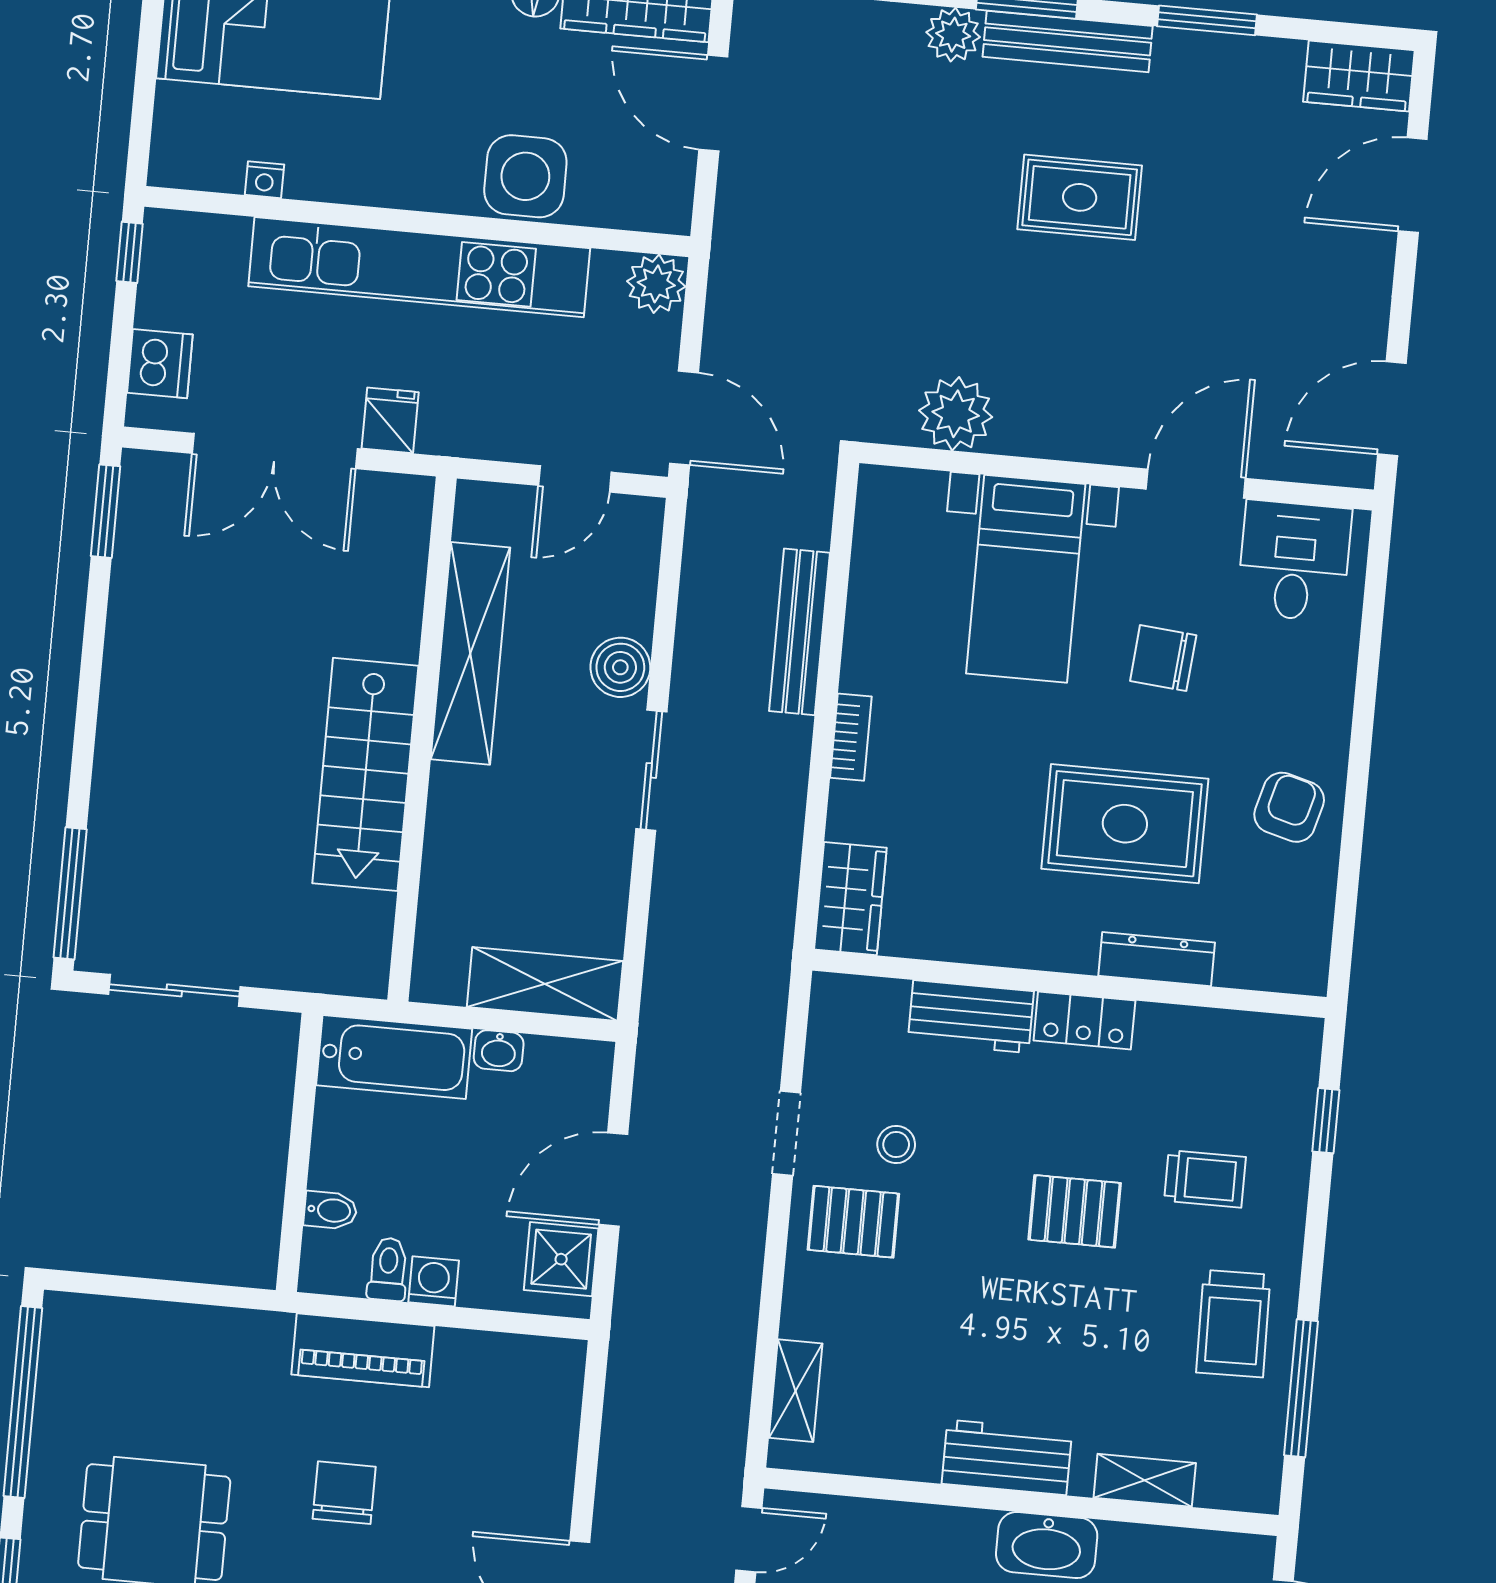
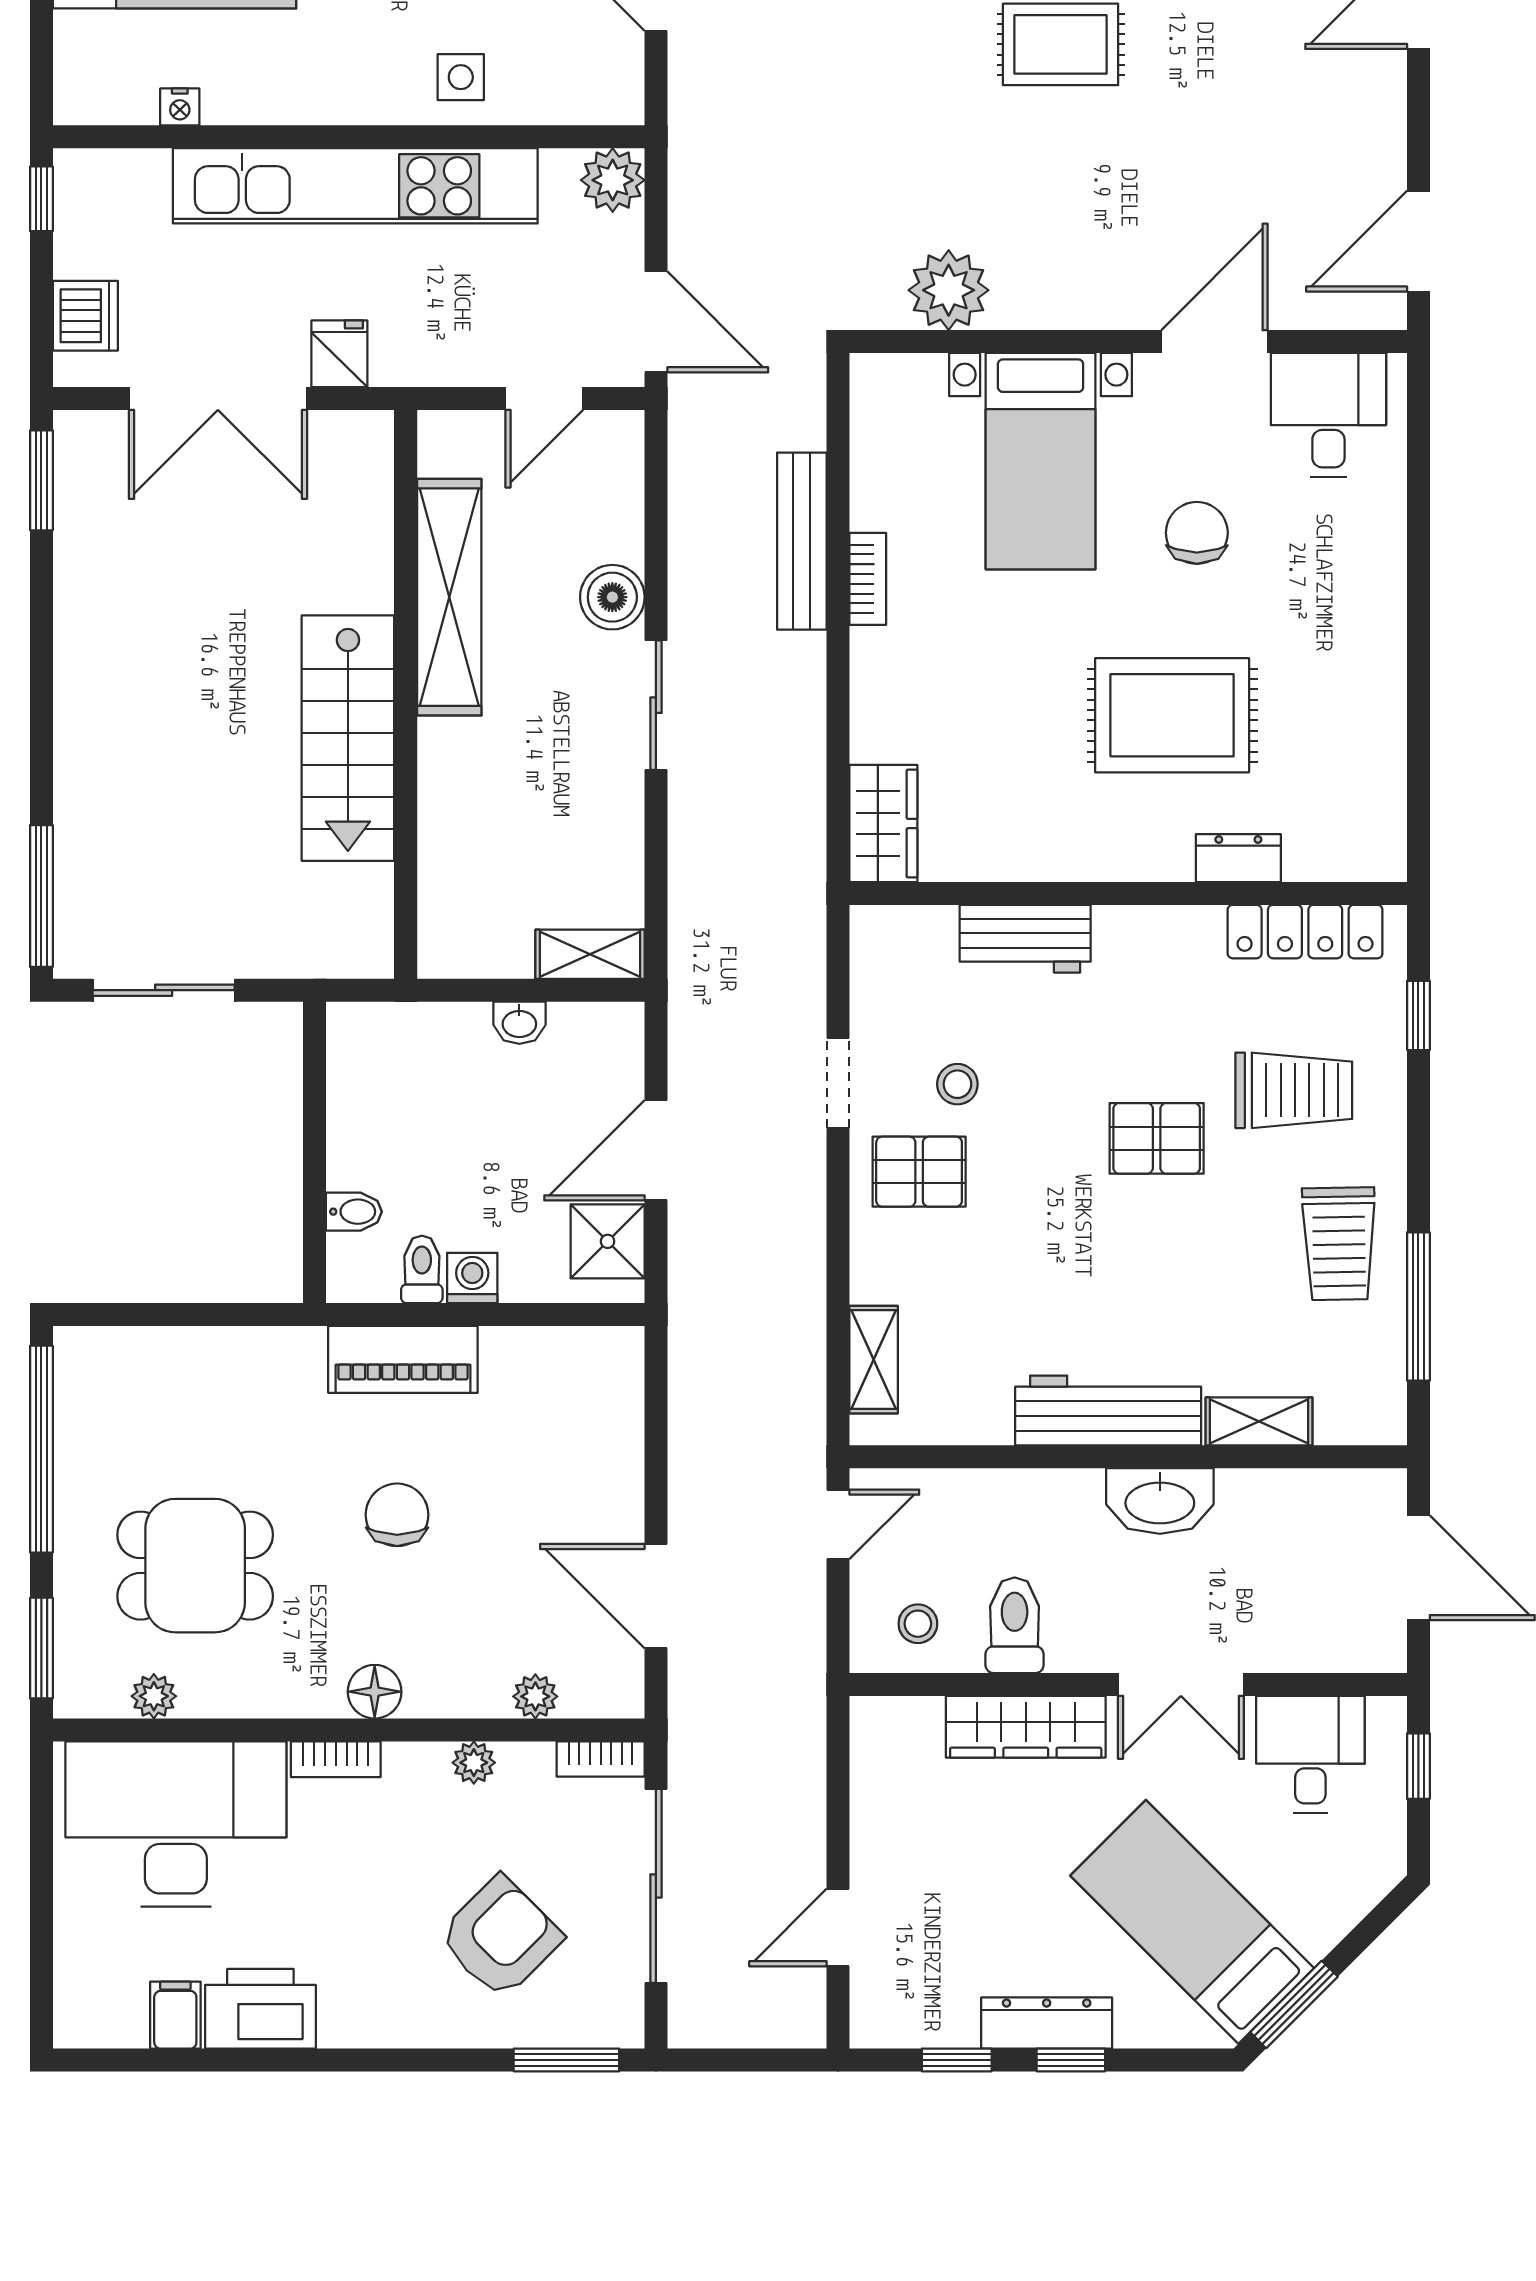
side table: (525, 176) -> (461, 77), width x0.54, depth x0.54
chair: (1163, 658) -> (1197, 533), turned 85
bookcase: (851, 737) -> (868, 579), moved
armchair: (1289, 807) -> (1347, 681), removed
dresser: (1157, 959) -> (1238, 858), width x0.70
shelving: (545, 984) -> (590, 954), width x0.67, depth x0.75
locker: (1084, 1020) -> (1305, 932), moved, width x1.53
bathtub: (394, 1057) -> (407, 1040), removed
trolley: (1205, 1179) -> (1294, 1090), width x1.36, depth x1.39
workbench: (1007, 1457) -> (1108, 1410), width x1.38

